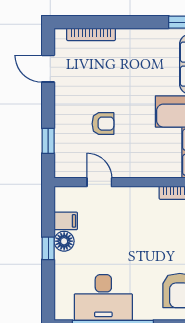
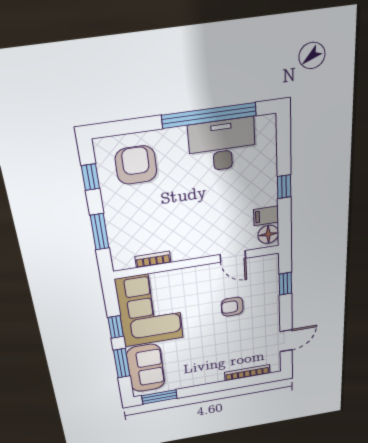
door: (48, 69) -> (286, 341), hinge flipped
floor lamp: (64, 241) -> (268, 234), moved

